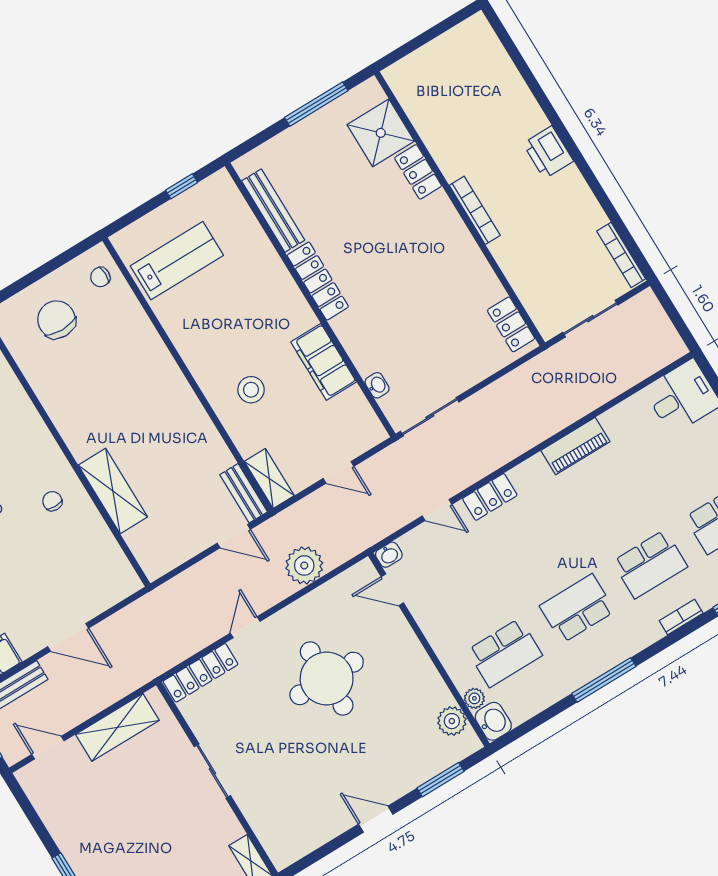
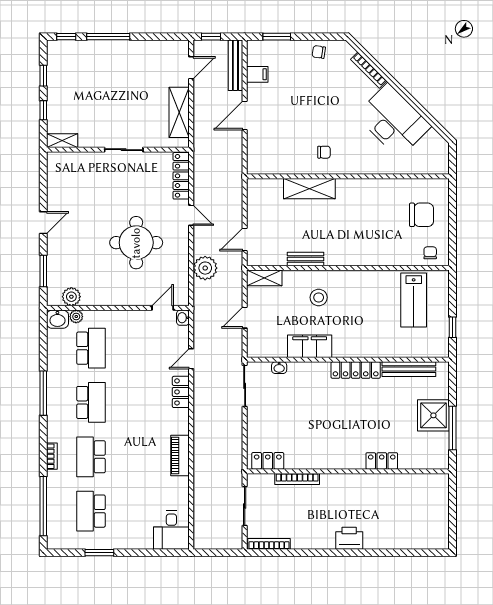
shower: (381, 133) -> (433, 415), moved
bookcase: (475, 210) -> (297, 479), moved
bench: (244, 493) -> (305, 259), moved
school desk: (505, 653) -> (91, 348), turned 180

